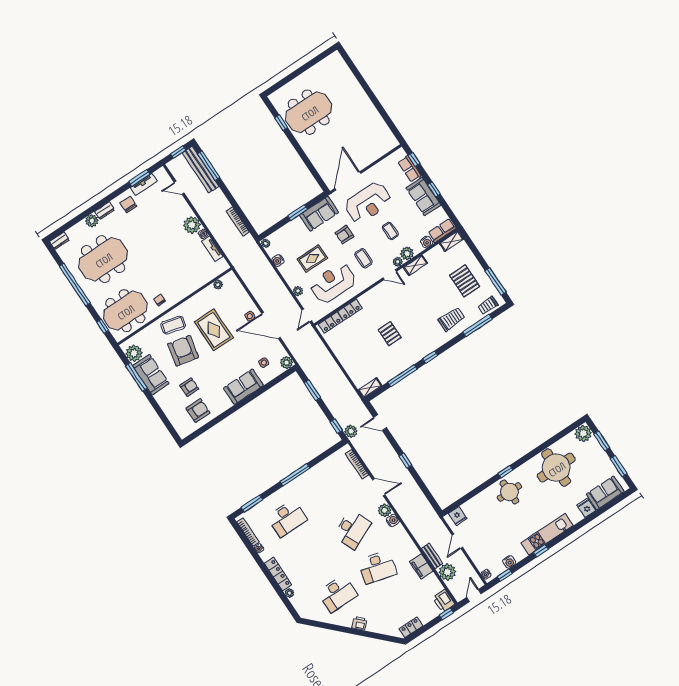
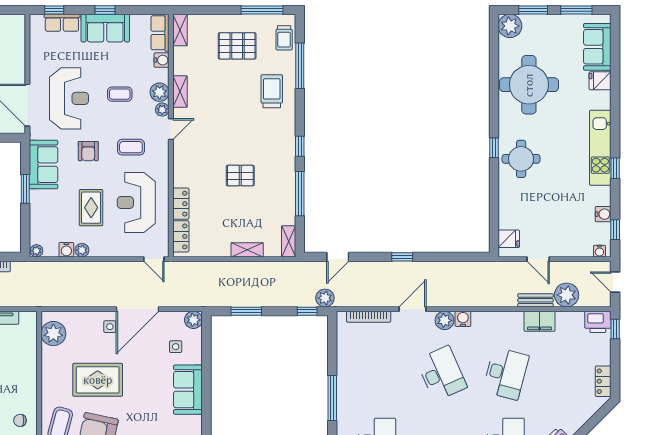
plant: (218, 285) -> (53, 334), width x1.87, depth x1.87
plant: (298, 291) -> (82, 250), moved
shelving: (349, 367) -> (247, 250), added

